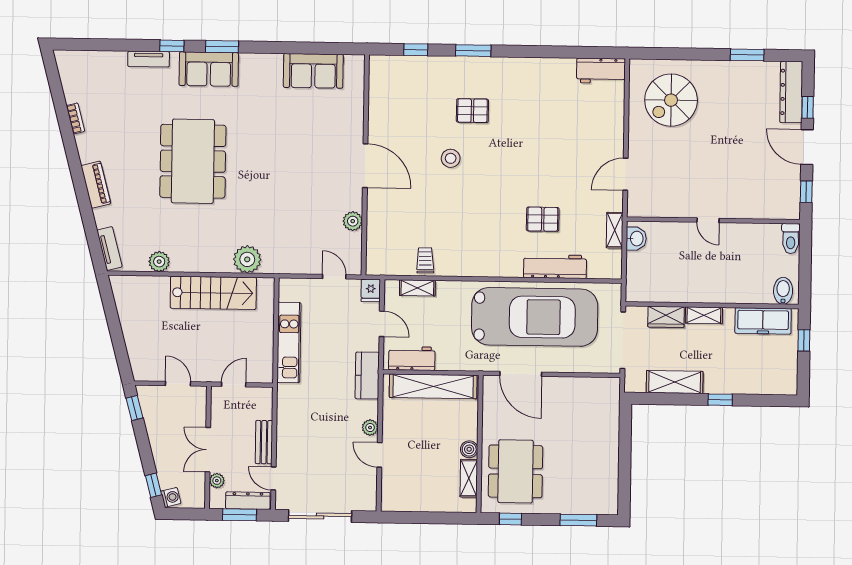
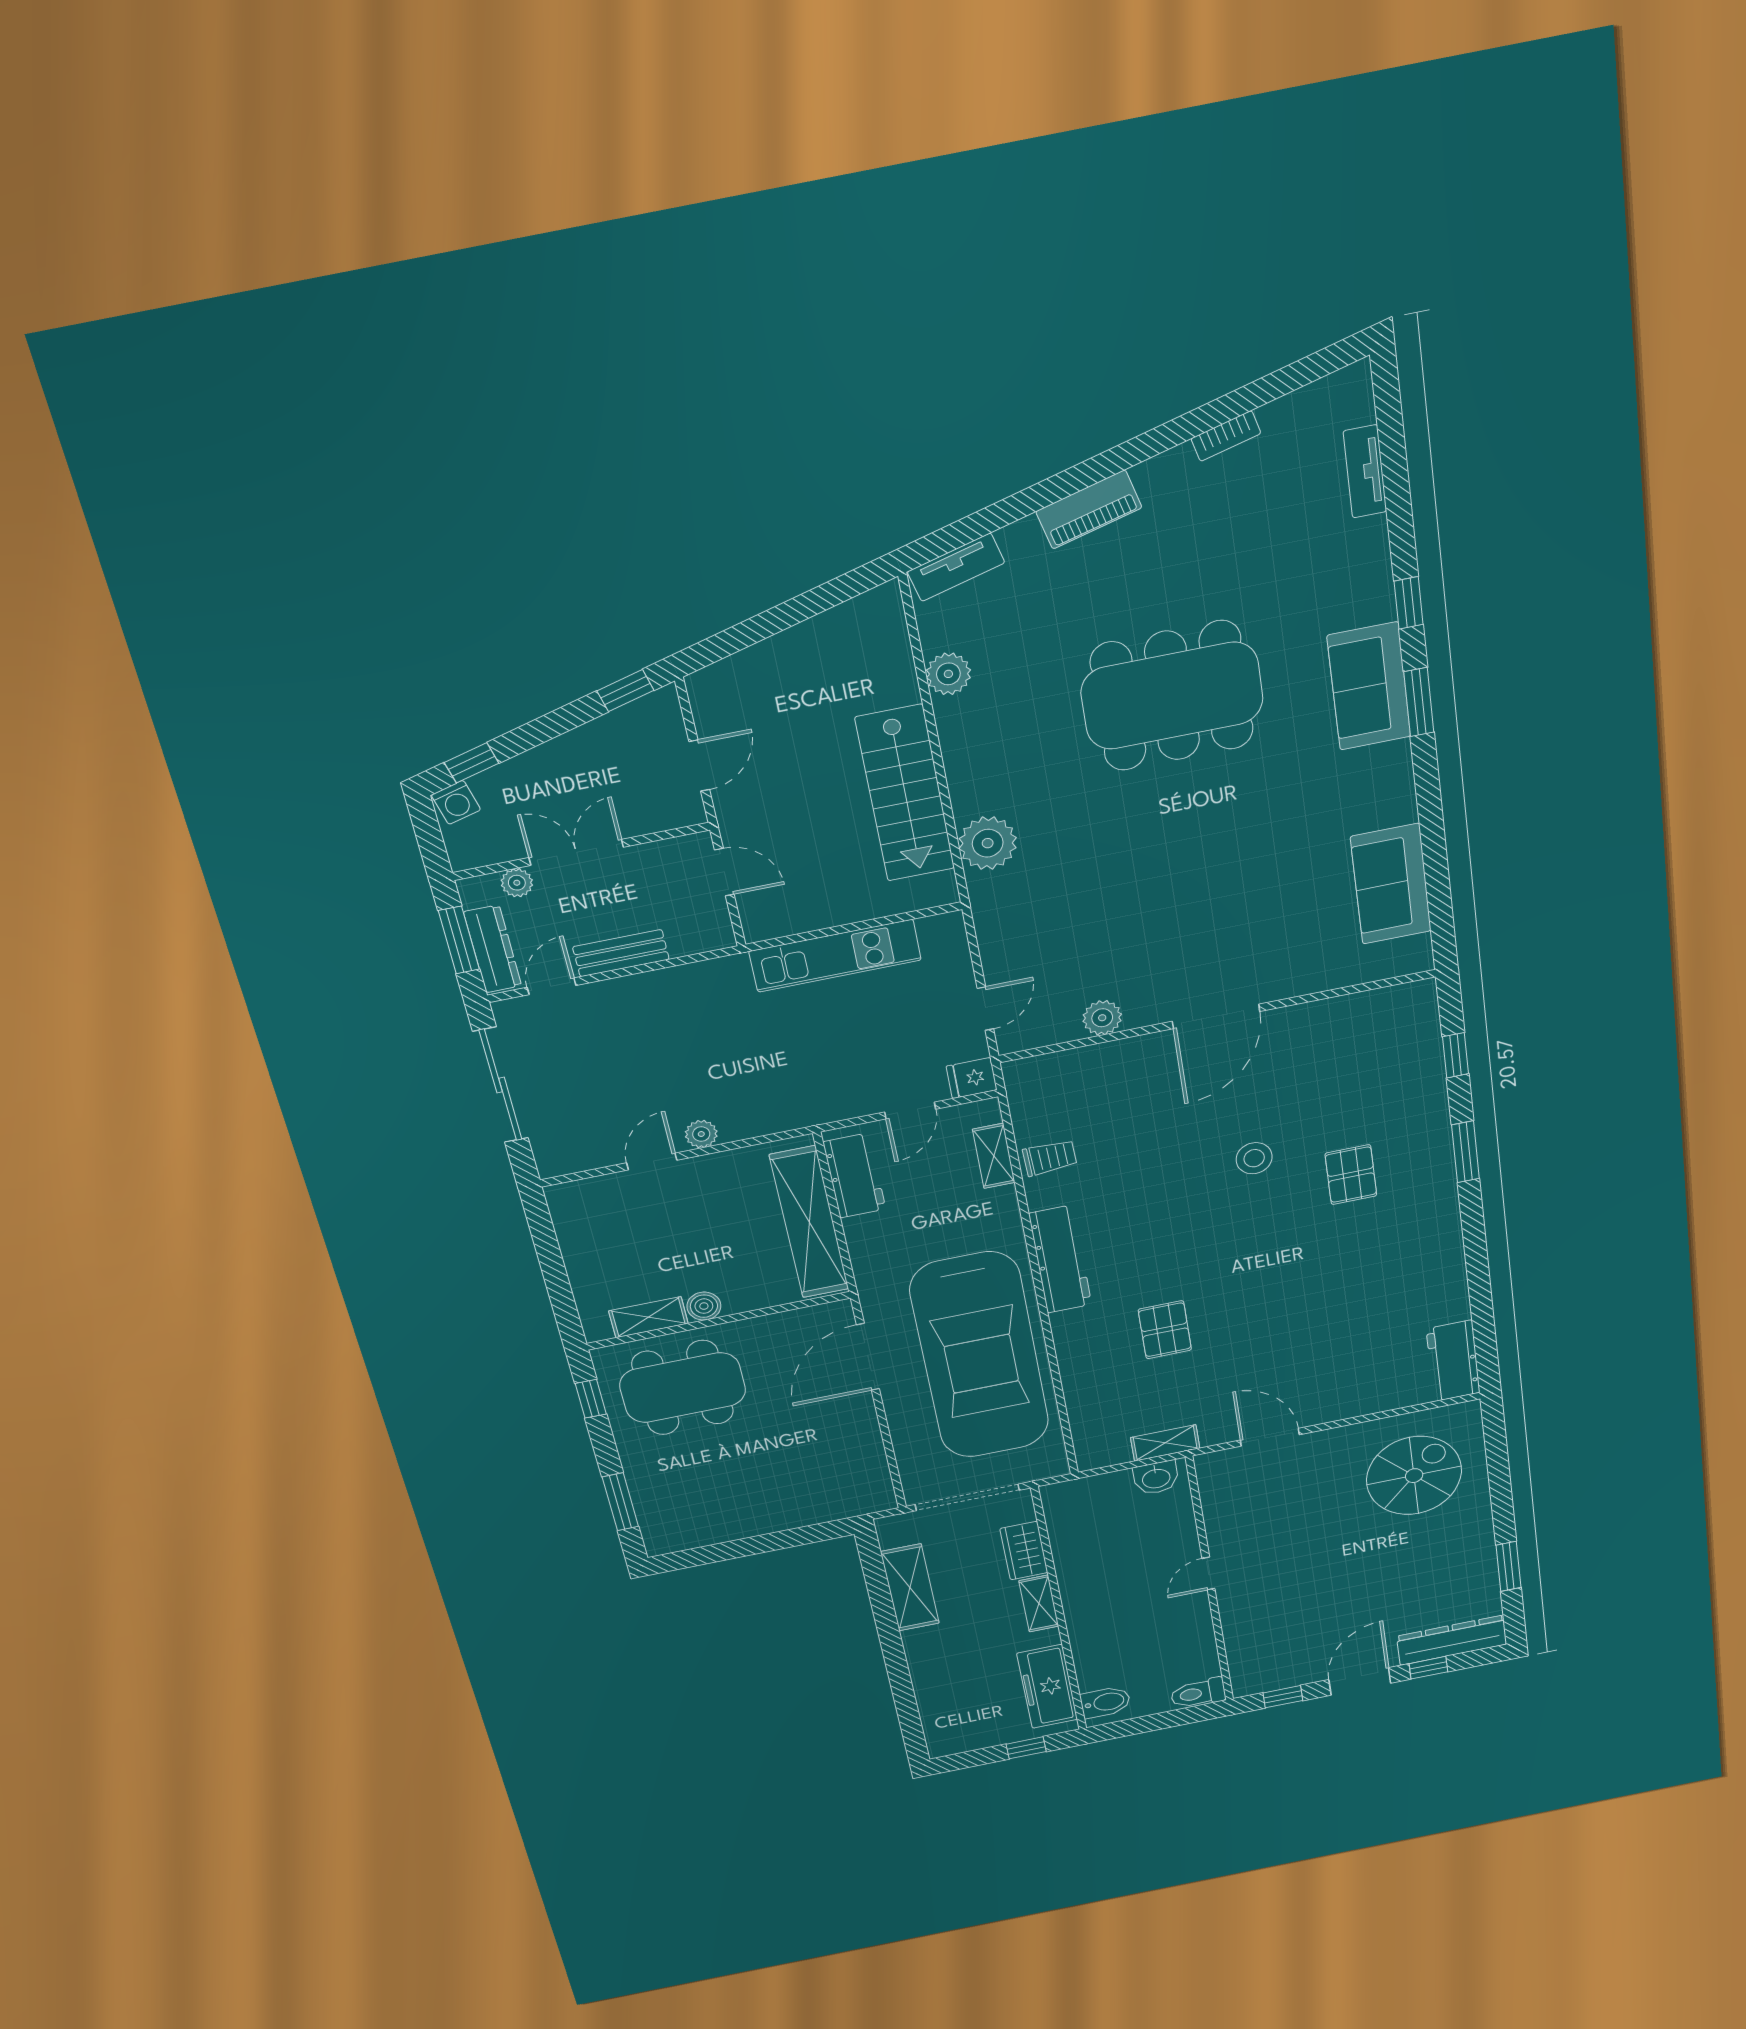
tv unit: (149, 59) -> (1365, 471), moved
spiral stairs: (671, 100) -> (1414, 1476), turned 90
workbench: (555, 267) -> (1060, 1259), moved
kitchen counter: (367, 375) -> (803, 1107), removed
window: (720, 400) -> (895, 1658), removed

